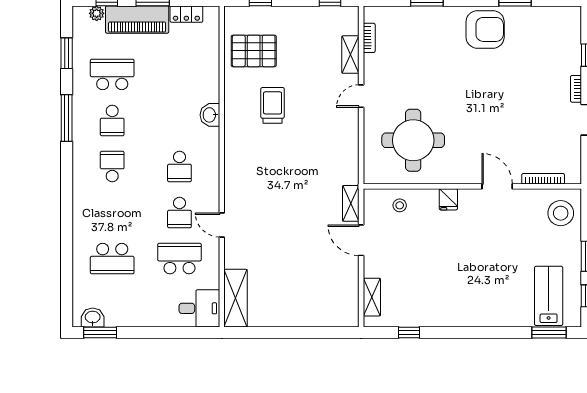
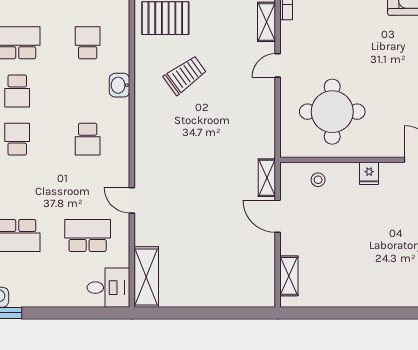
trolley: (273, 105) -> (185, 75), turned 54
school desk: (179, 213) -> (88, 43), moved, turned 180
window: (409, 333) -> (328, 313), removed

